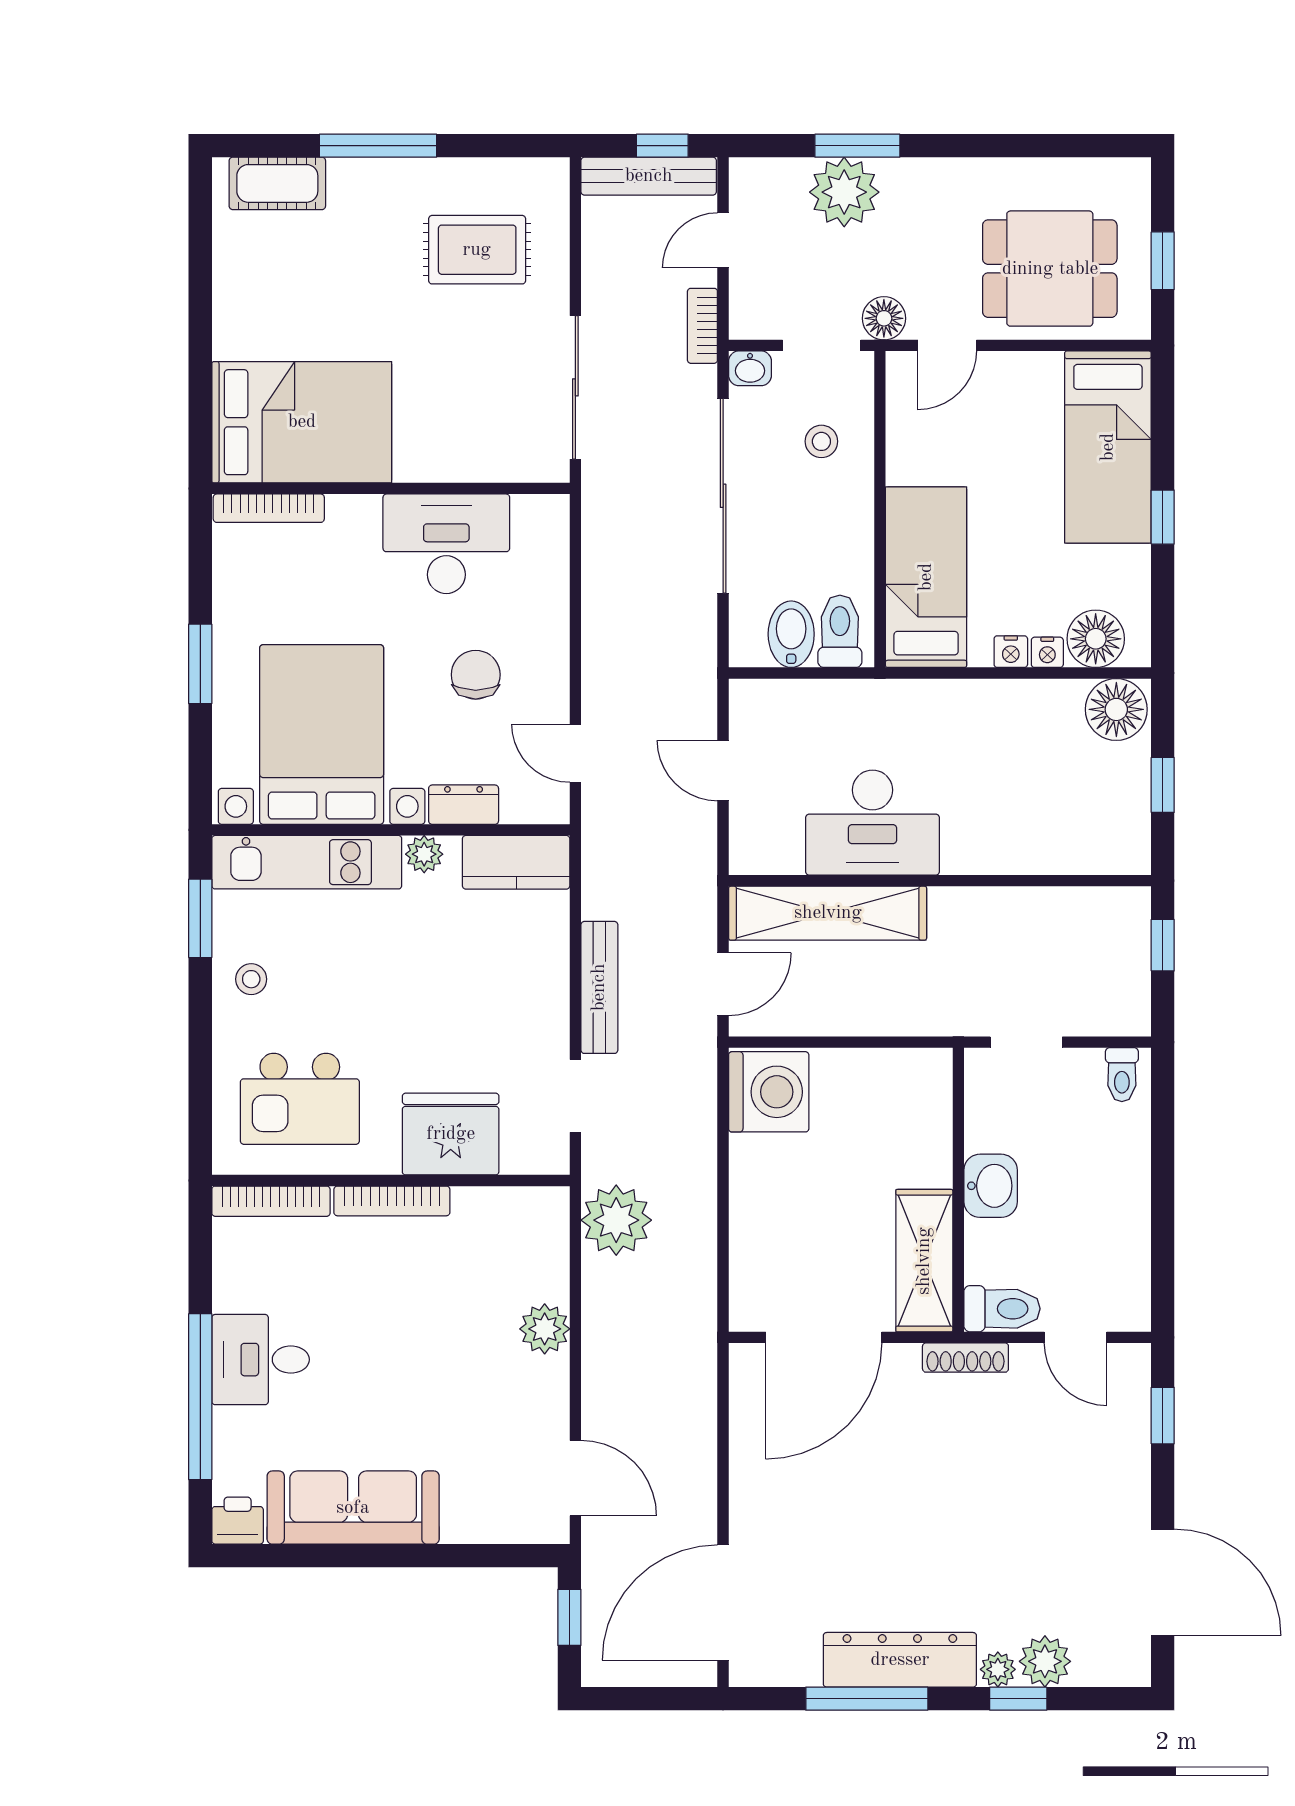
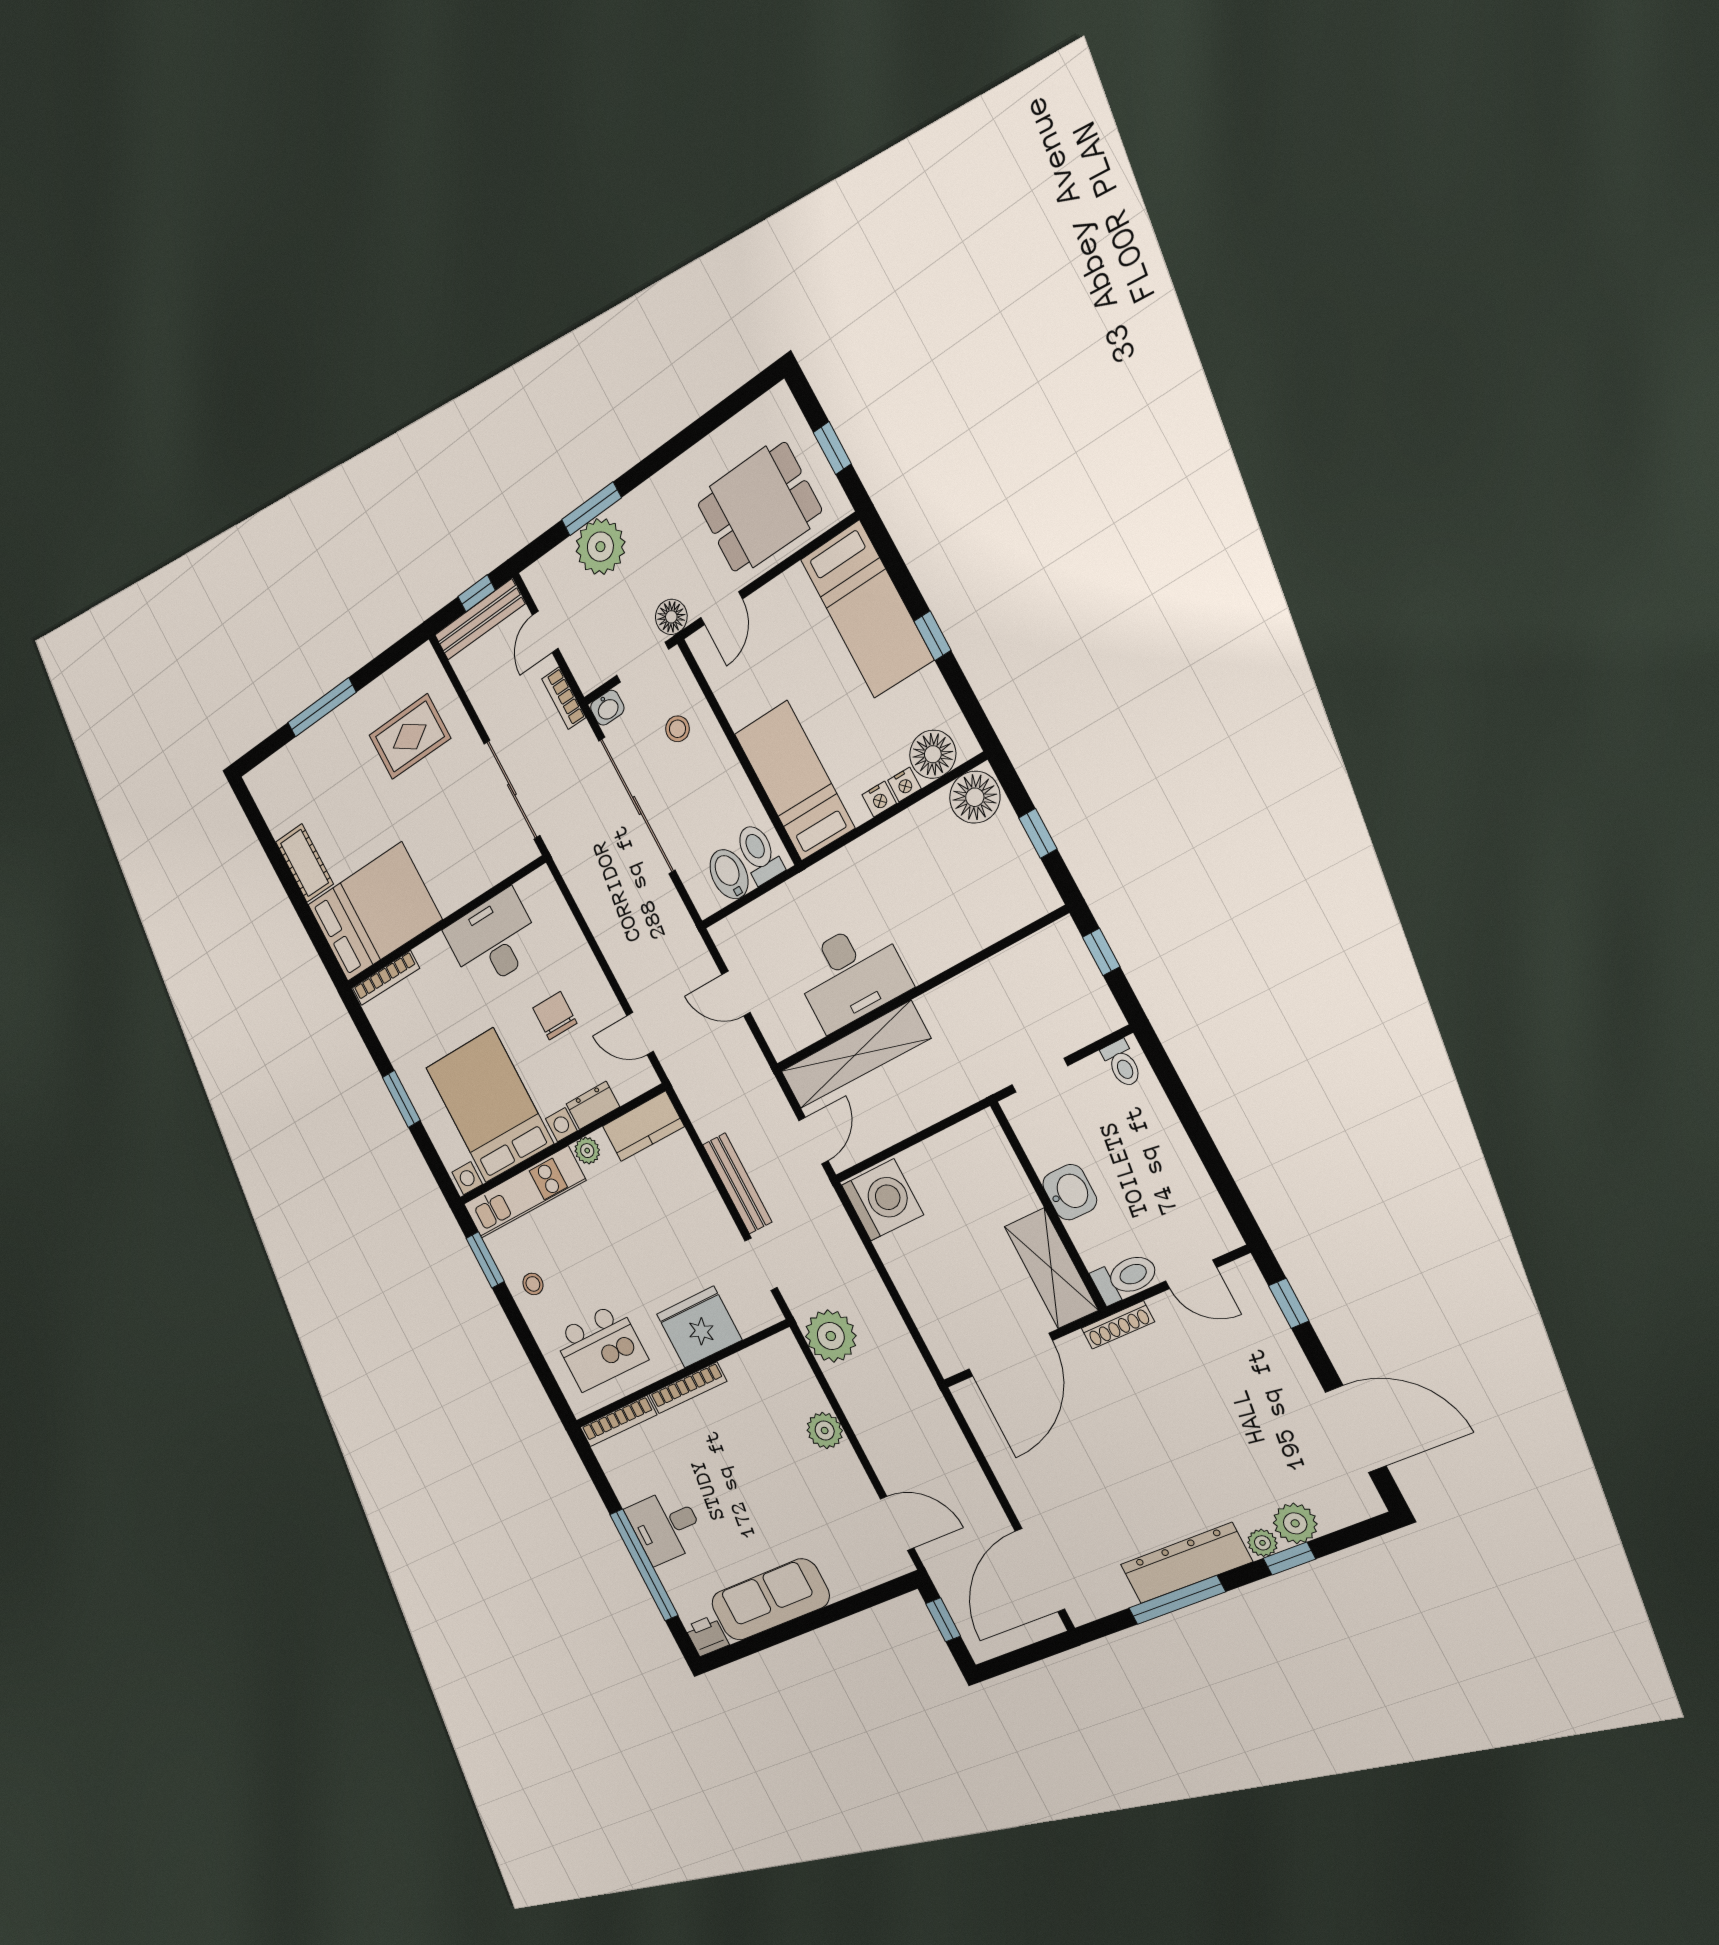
cot: (277, 183) -> (304, 863), moved, turned 90

